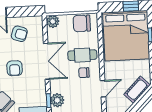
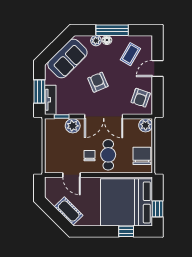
armchair: (19, 34) -> (141, 98), moved
armchair: (15, 68) -> (98, 82), turned 67
plant: (57, 100) -> (73, 126), moved

